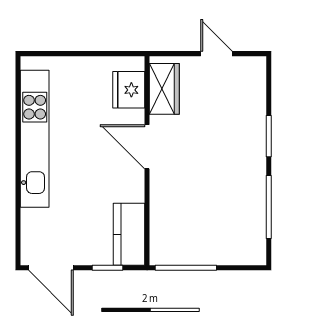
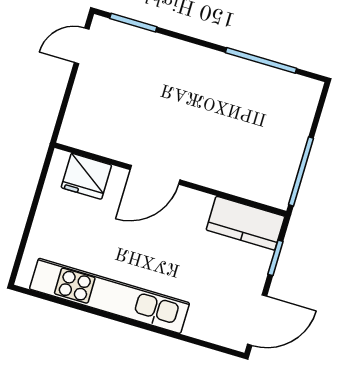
door: (216, 54) -> (82, 46), moved
wardrobe: (164, 89) -> (97, 137), removed
window: (269, 136) -> (133, 23), moved

